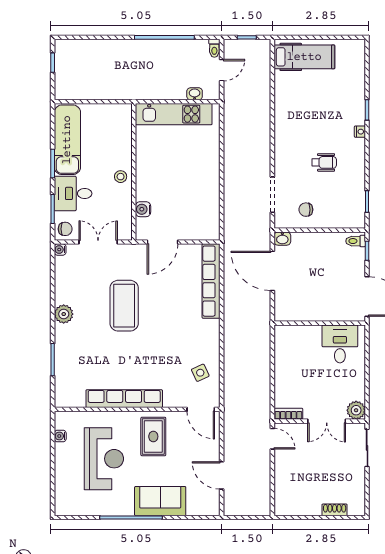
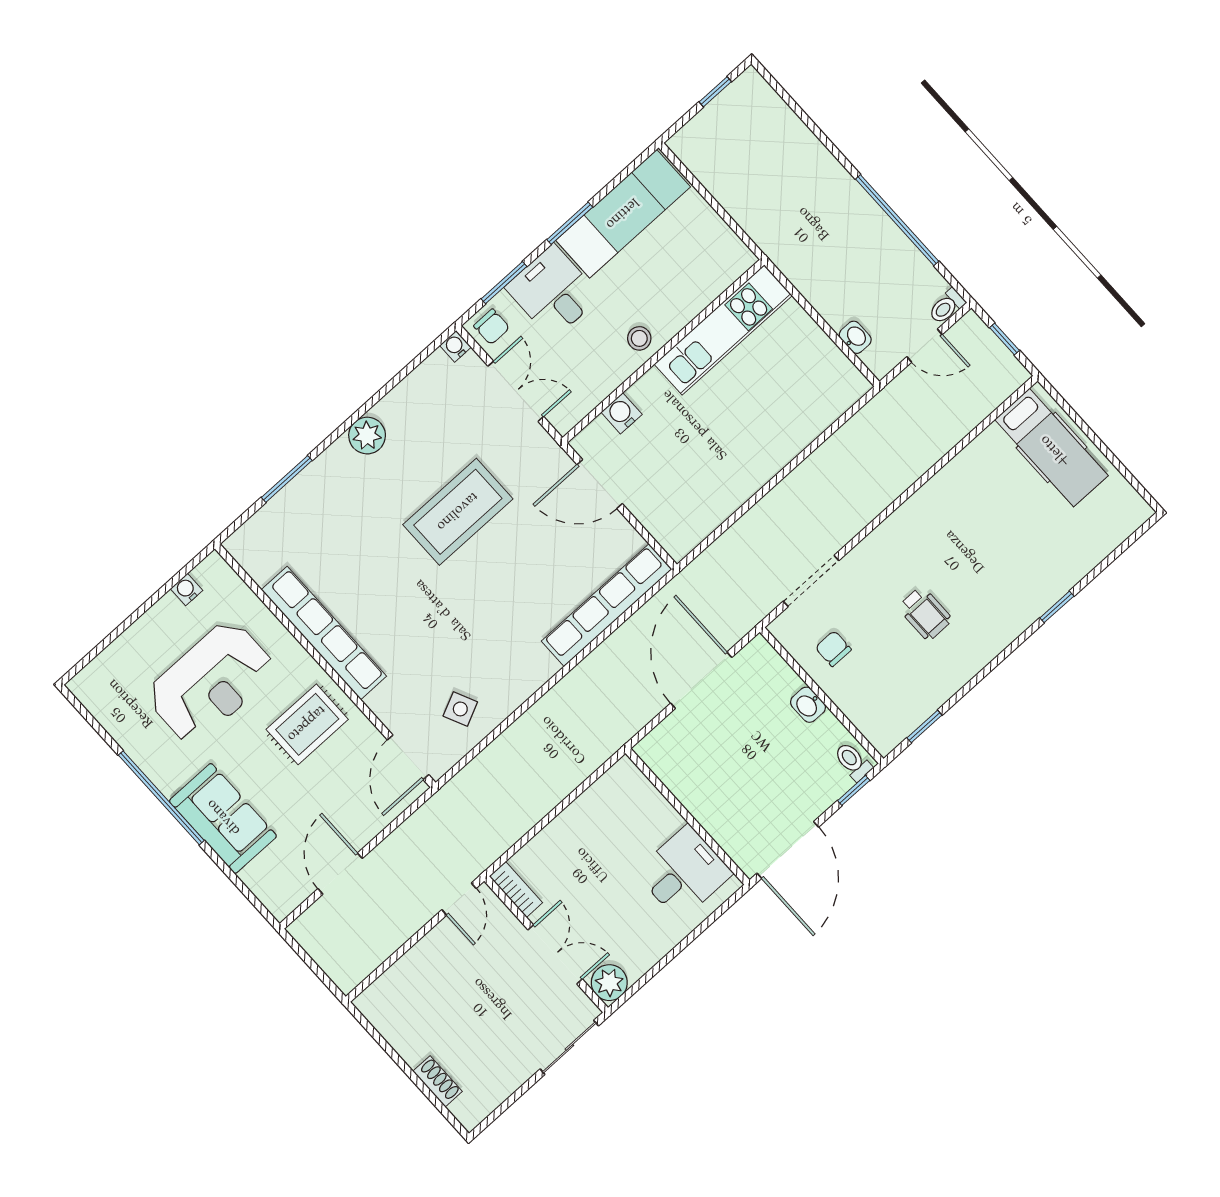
kitchen unit: (174, 114) -> (723, 330), moved, turned -90
nightstand: (360, 132) -> (1016, 625), removed
washbasin: (282, 239) -> (808, 705), moved
double door: (327, 421) -> (555, 954), swing flipped

